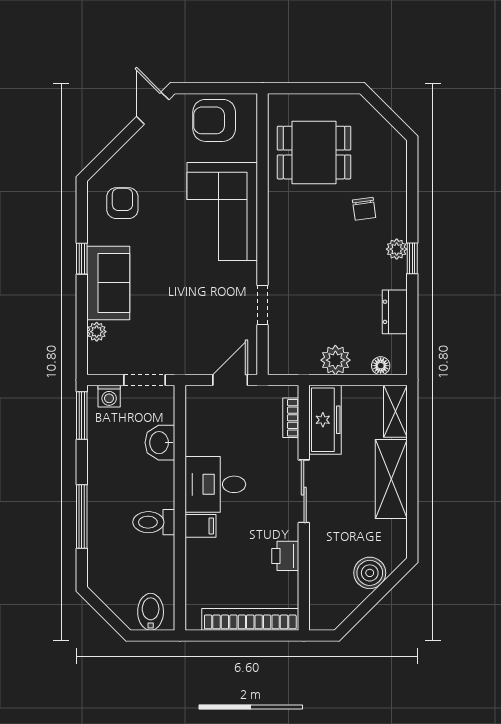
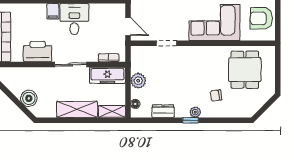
armchair: (214, 120) -> (261, 18), turned -90
printer: (285, 556) -> (38, 52), width x1.87, depth x1.48

